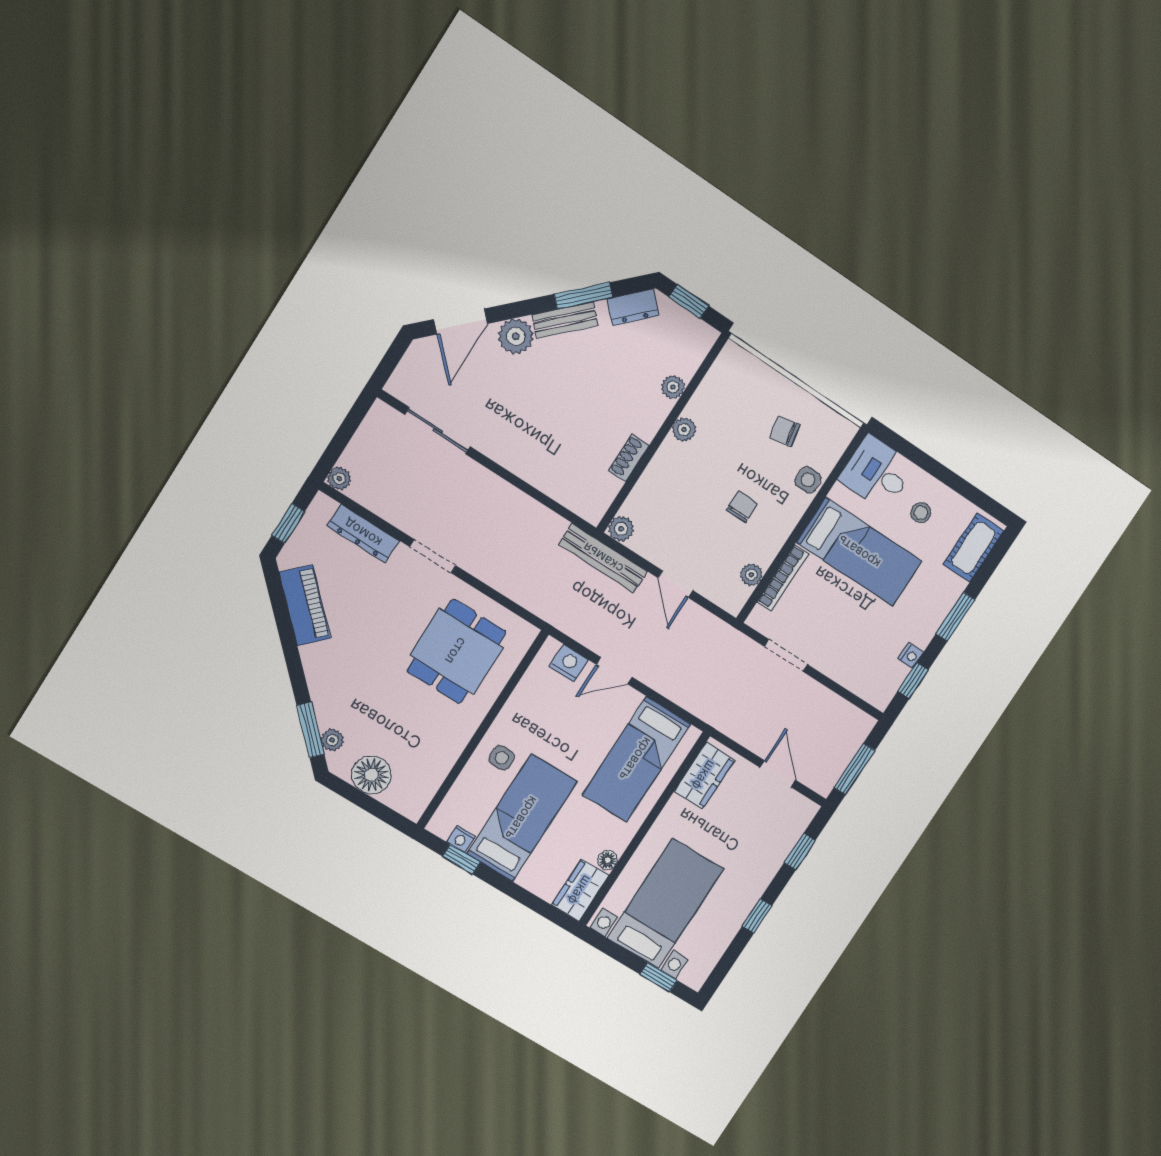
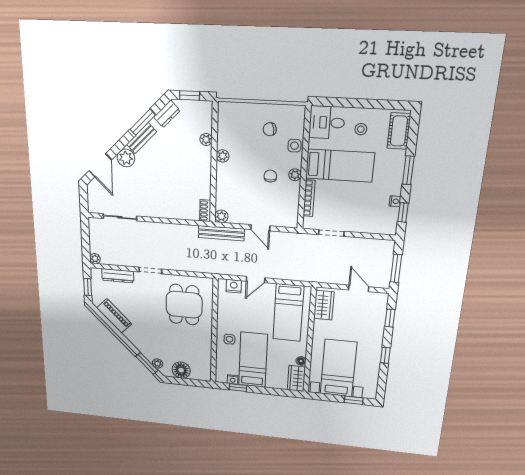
shoe rack: (629, 458) -> (205, 211), moved
plant: (751, 575) -> (295, 175), moved

